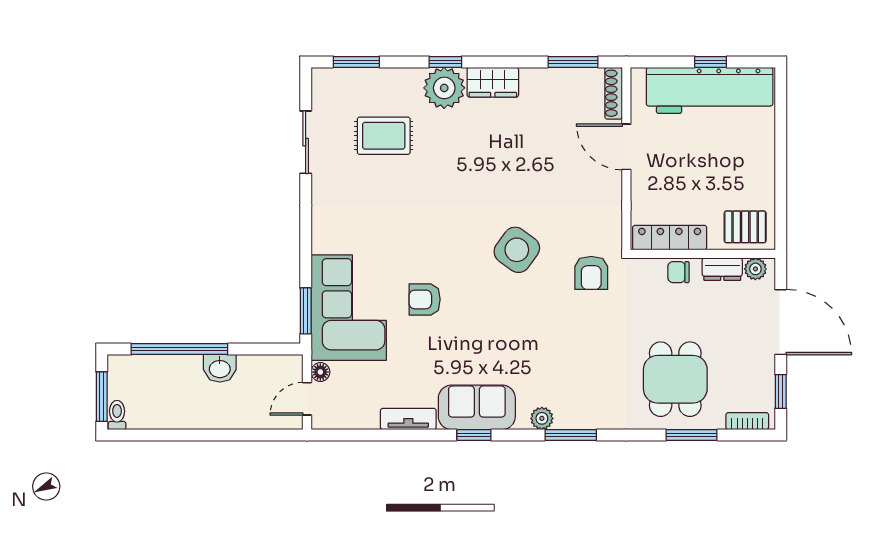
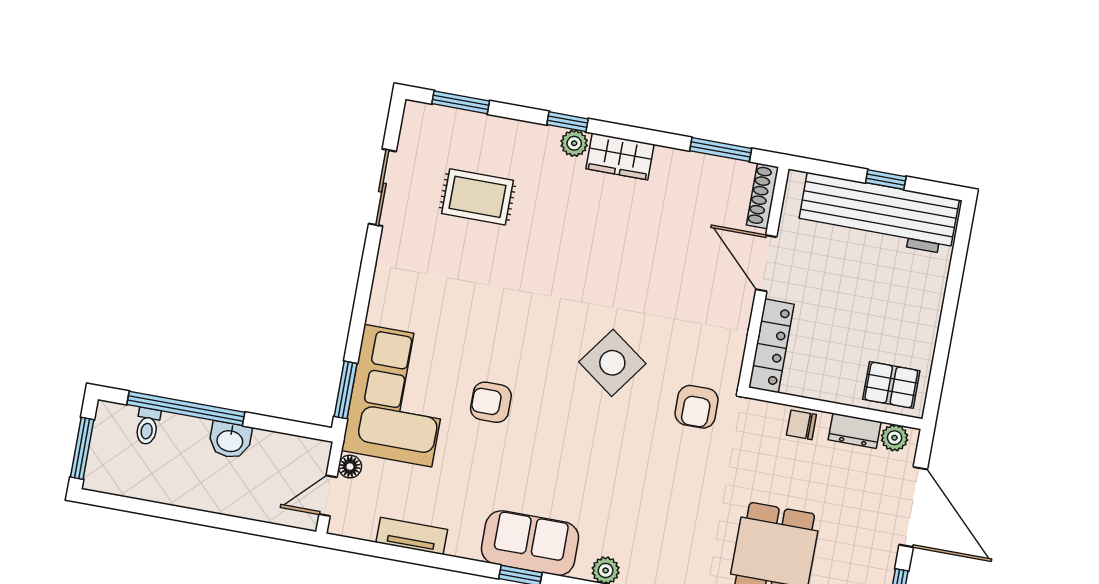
plant: (444, 88) -> (574, 143), width x0.53, depth x0.53
locker: (670, 238) -> (771, 346), moved, turned 90
toilet: (117, 415) -> (148, 426), moved, turned 180
tv unit: (408, 419) -> (412, 536), moved

